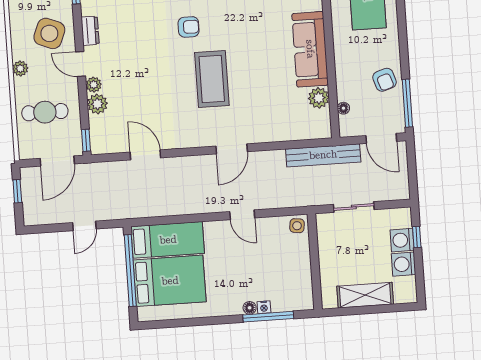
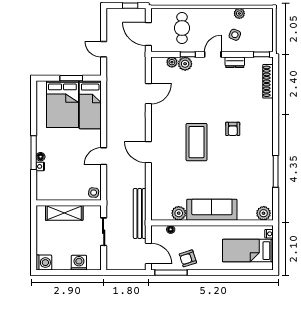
side table: (49, 33) -> (235, 35), width x0.54, depth x0.54
plant: (20, 68) -> (239, 13), moved
coffee table: (212, 79) -> (197, 142), turned 90
plant: (94, 85) -> (172, 62), moved
door: (381, 138) -> (148, 253), swing flipped
window: (86, 140) -> (188, 54), moved
window: (417, 237) -> (80, 273), removed
washing machine: (404, 264) -> (44, 263), moved, turned 90
window: (130, 271) -> (71, 78), width x0.47
shelving: (365, 295) -> (64, 213), moved, turned 90
window: (268, 317) -> (34, 153), moved

